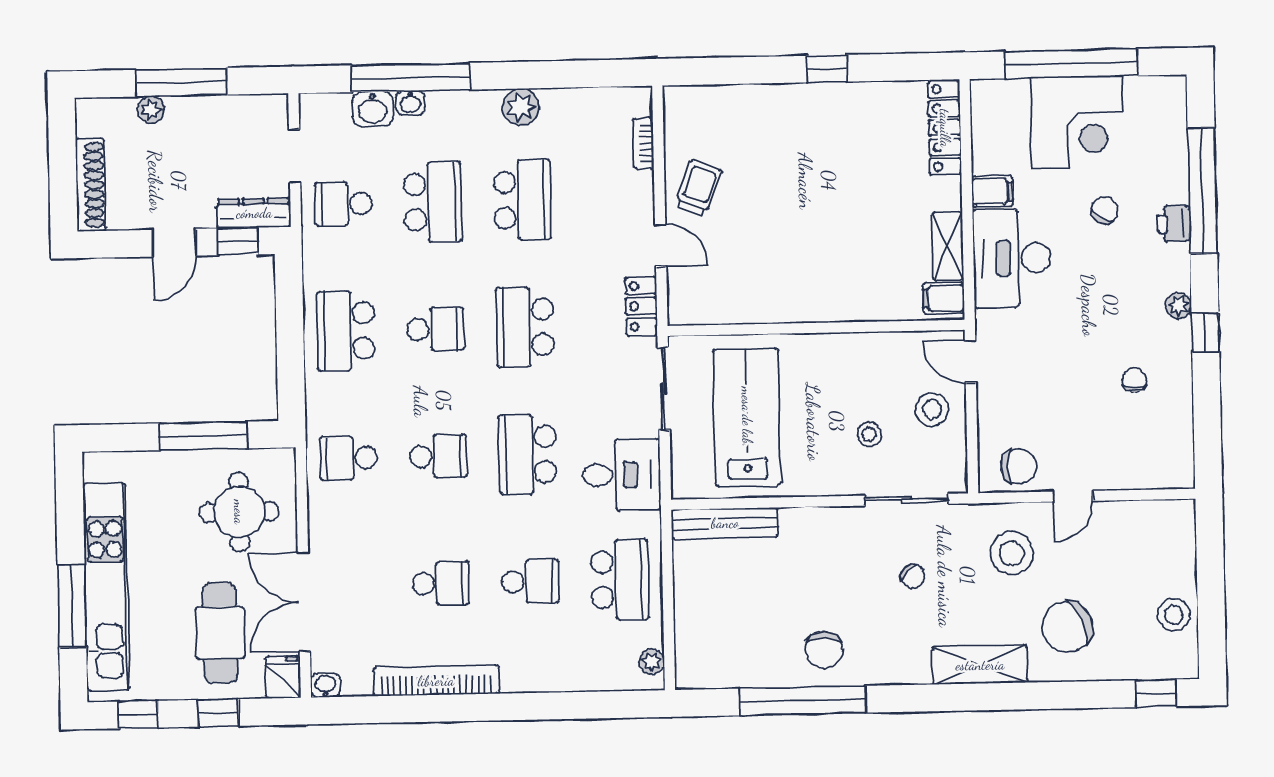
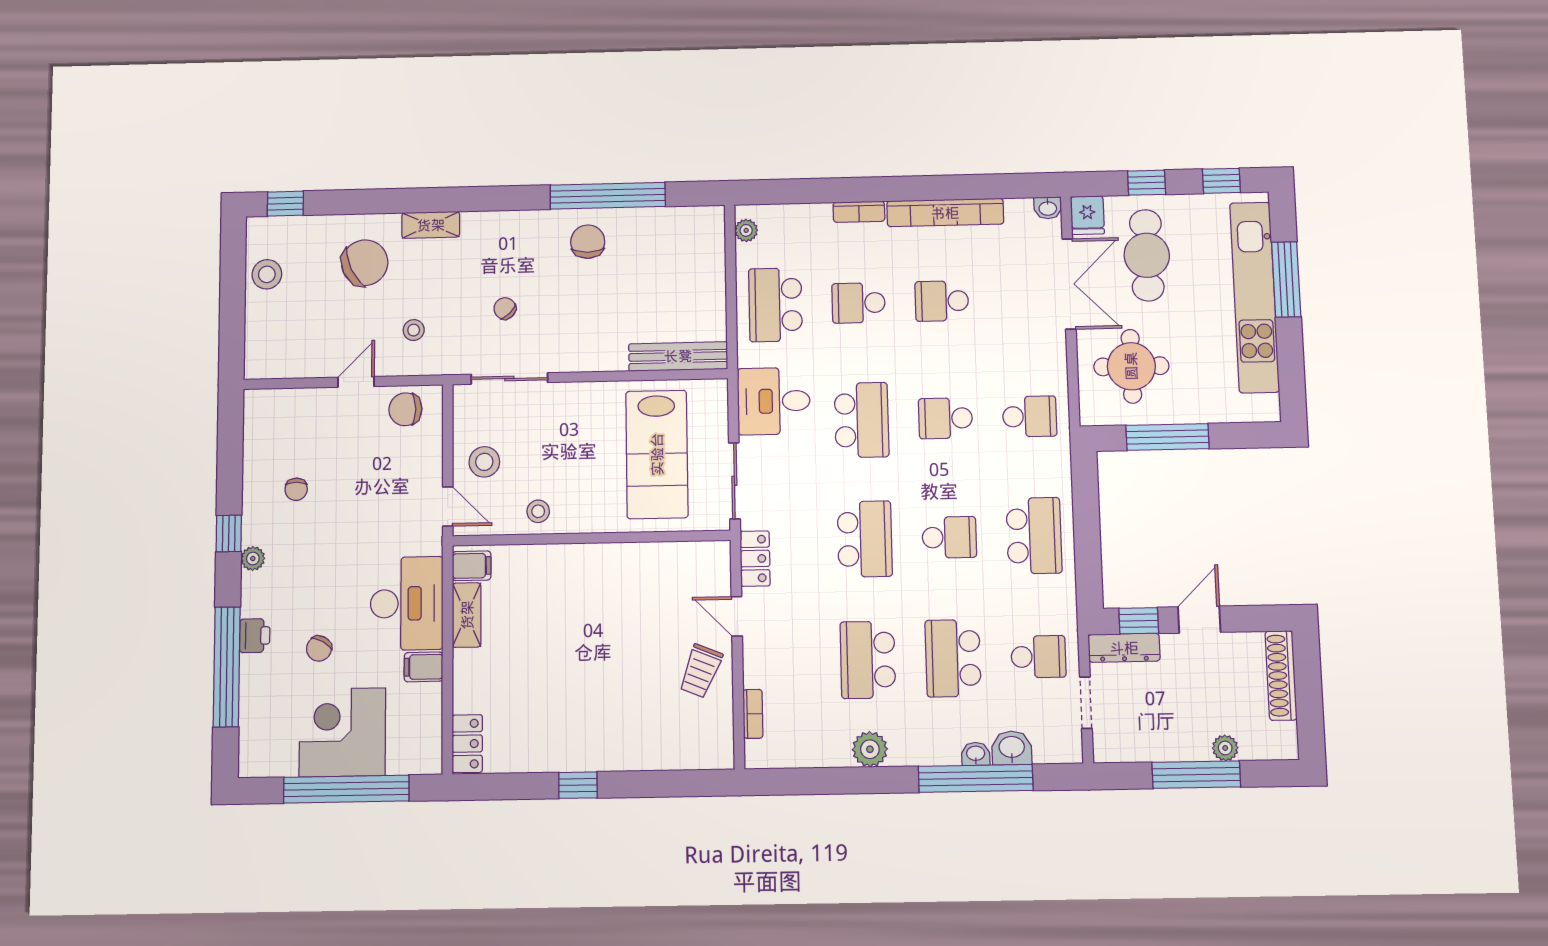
locker: (945, 128) -> (467, 744), width x0.66
school desk: (436, 329) -> (949, 537), turned 180
stool: (869, 434) -> (538, 511), moved
stool: (1012, 553) -> (414, 330), width x0.53, depth x0.53
shelving: (980, 665) -> (431, 225), width x0.67, depth x0.75
bookcase: (530, 682) -> (859, 212), added

